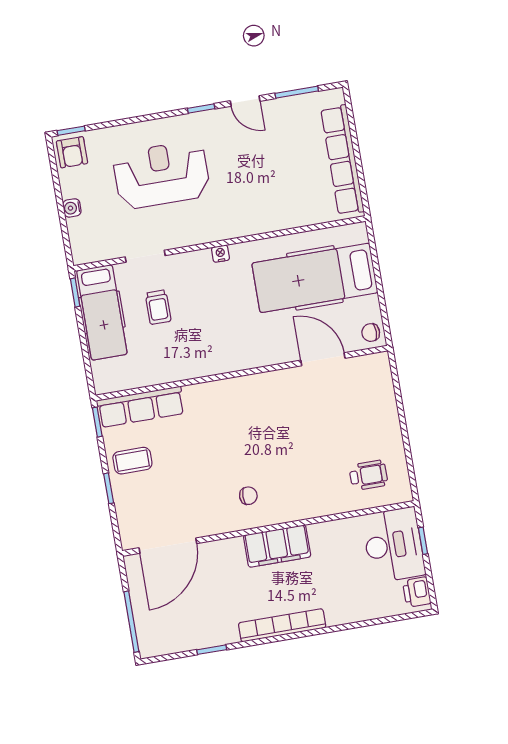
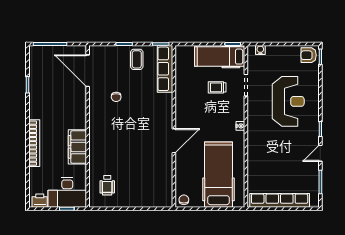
water cooler: (72, 208) -> (260, 50), moved
door: (323, 359) -> (174, 141), moved
chair: (248, 496) -> (116, 97), moved
filing cabinet: (277, 546) -> (77, 147), moved
bookcase: (282, 625) -> (34, 143), moved

